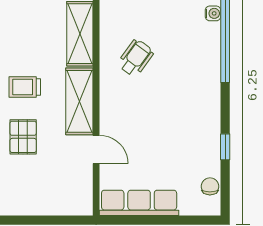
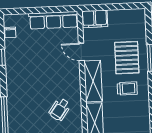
pallet: (23, 137) -> (127, 58), width x1.50, depth x1.42
filing cabinet: (72, 202) -> (95, 19), added

